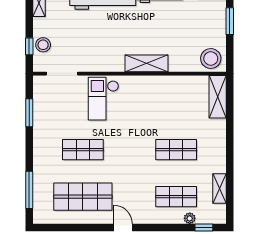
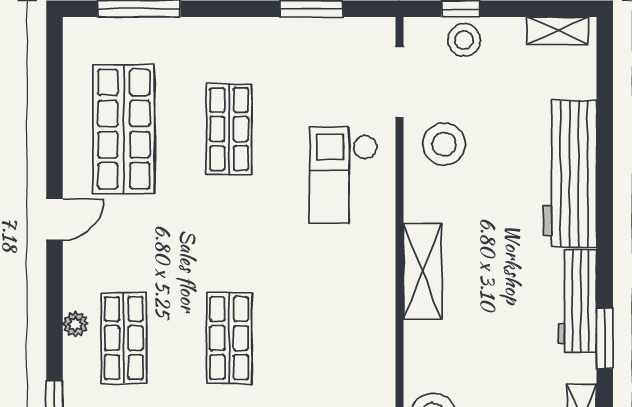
stool: (90, 54) -> (444, 144), added
checkout: (103, 99) -> (344, 175), turned -90
plant: (190, 218) -> (75, 324), moved

